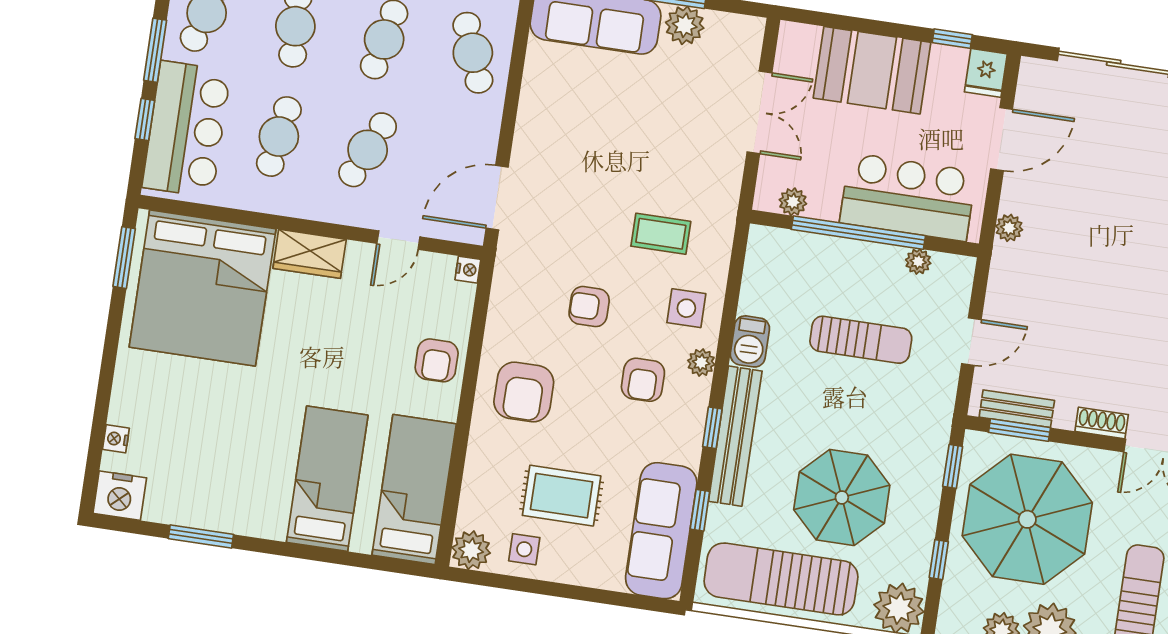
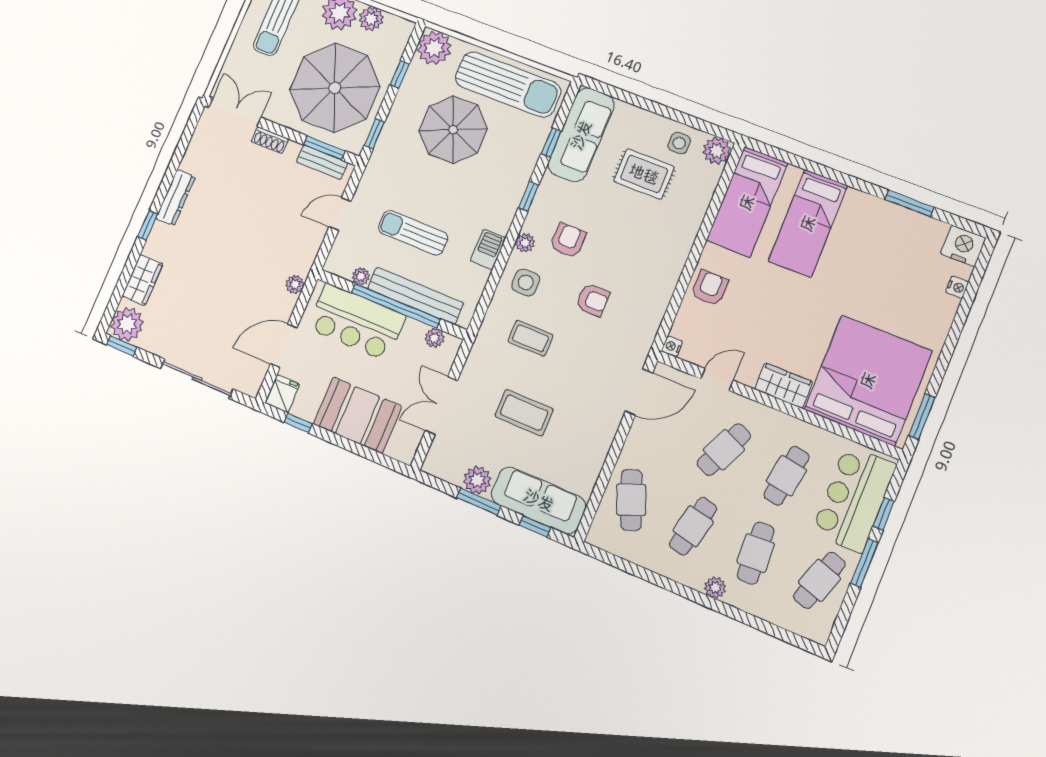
coffee table: (644, 131) -> (524, 413), added
armchair: (524, 392) -> (653, 251), removed
bench: (735, 436) -> (415, 296), moved, turned 90

